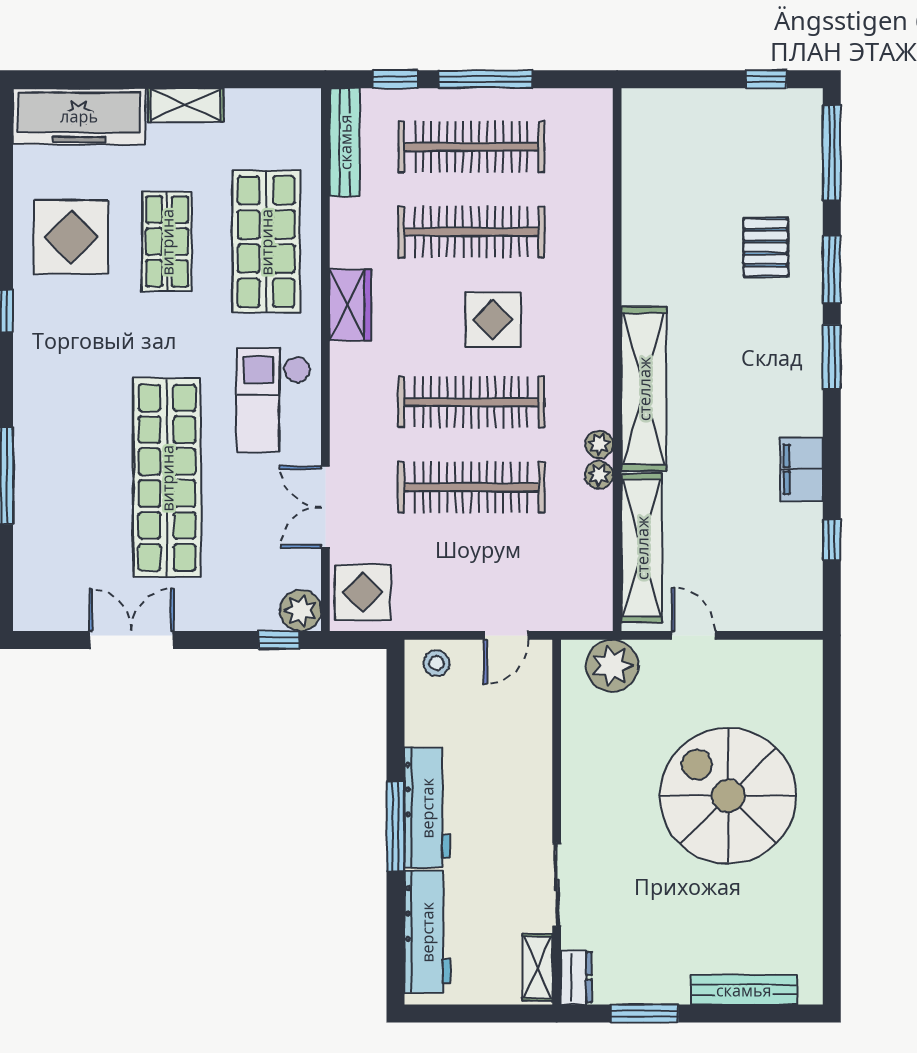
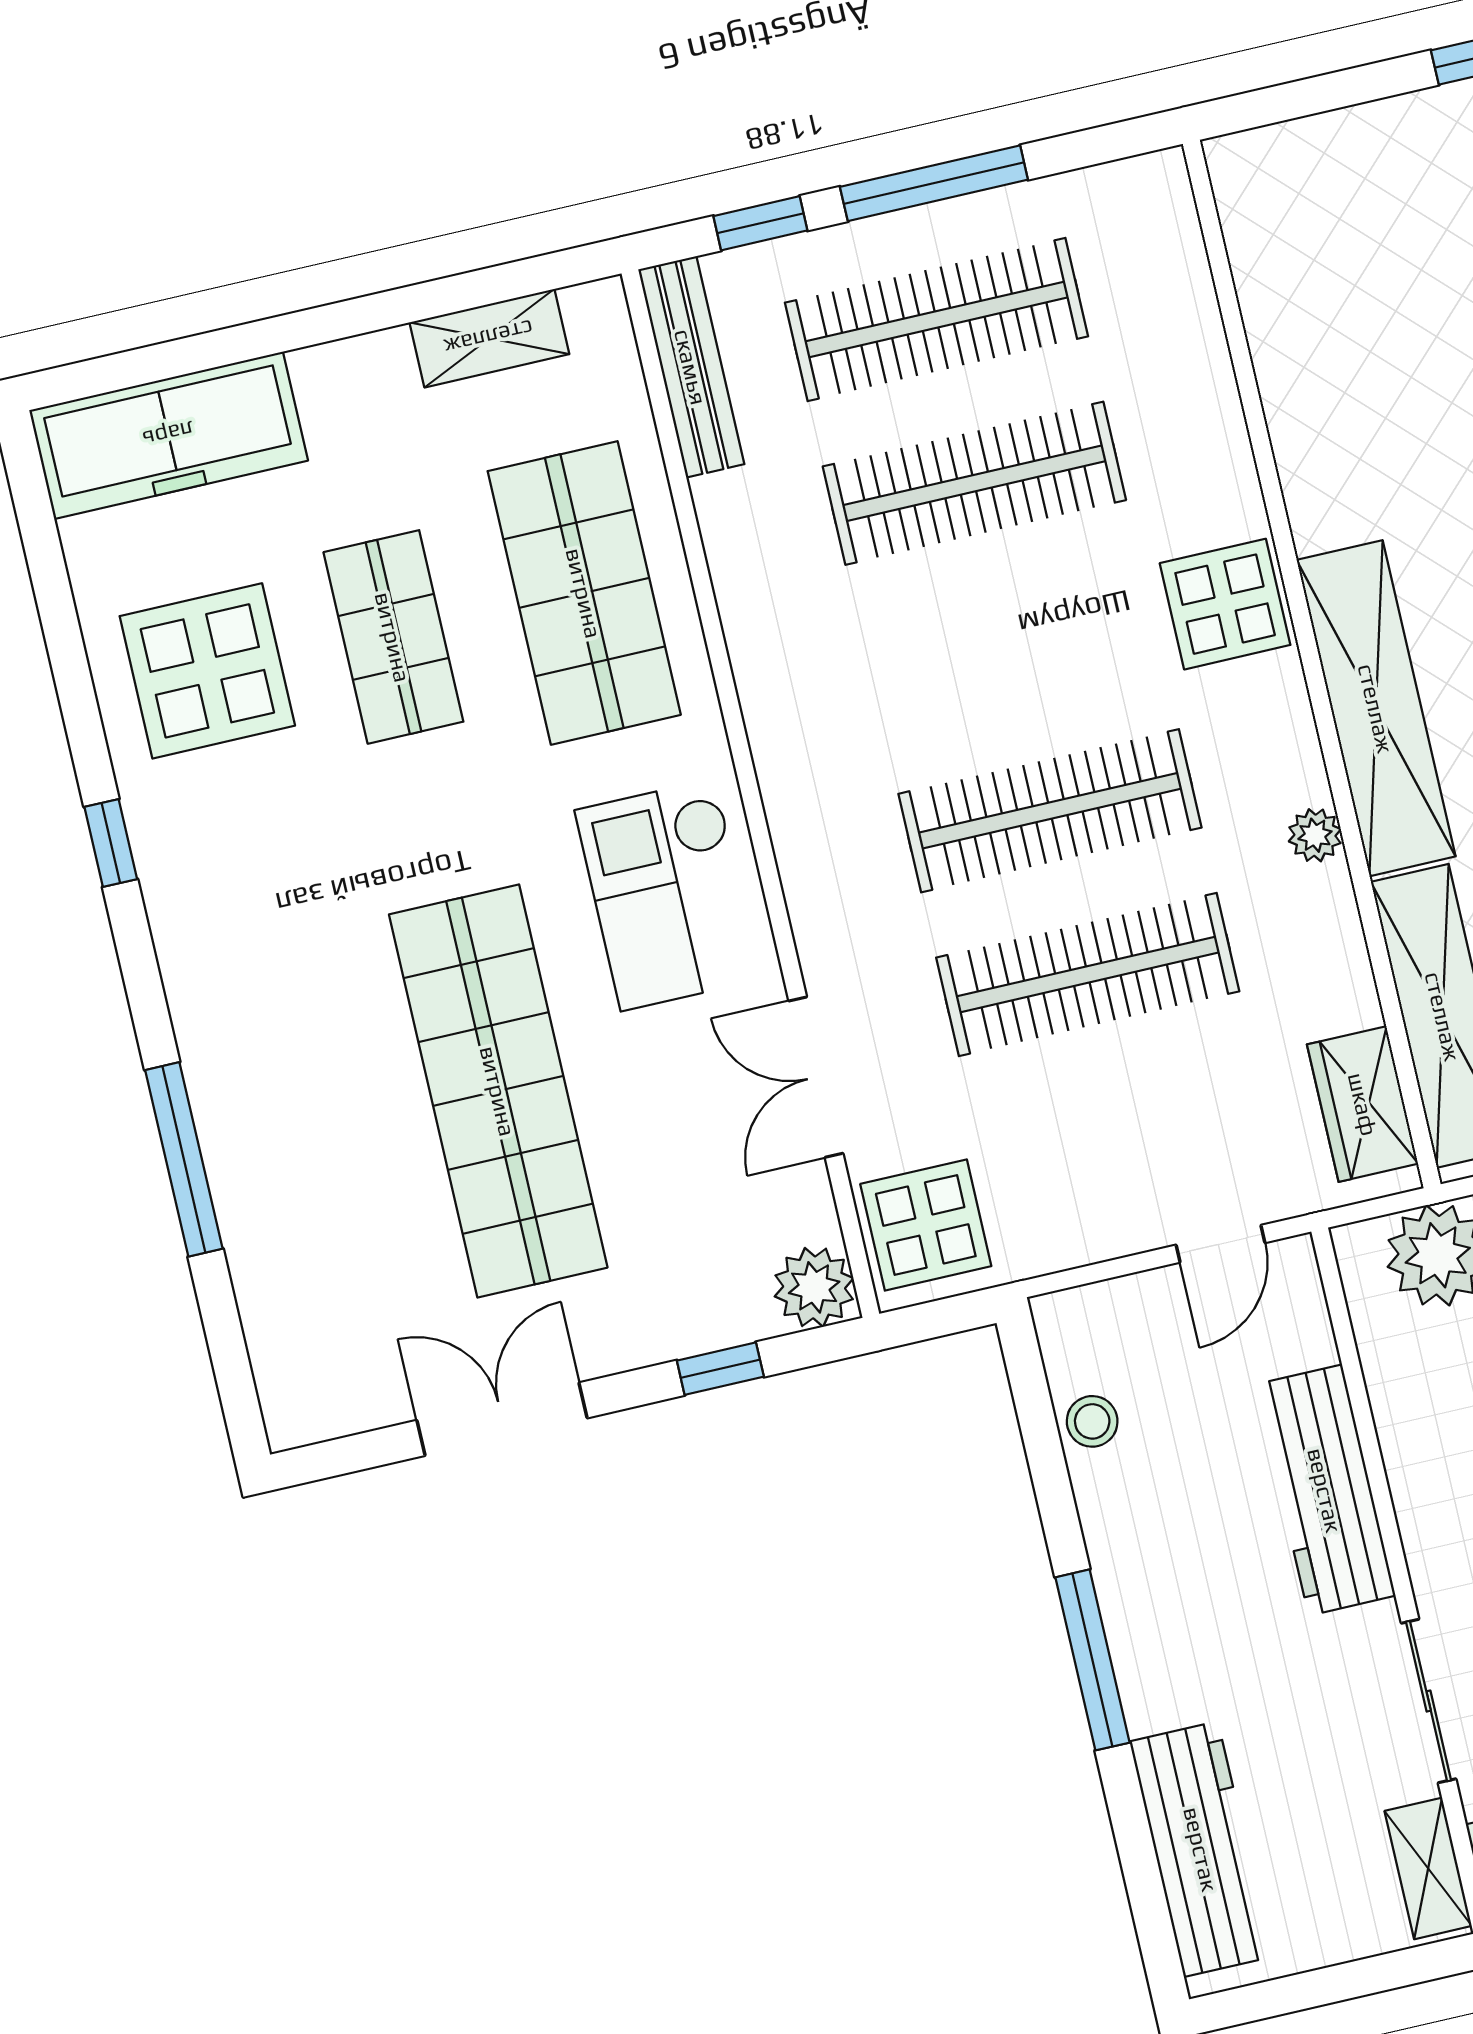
shelving: (185, 105) -> (489, 338), moved
wardrobe: (350, 305) -> (1363, 1104), moved, turned 180
display table: (493, 320) -> (1225, 604), moved
plant: (599, 475) -> (1328, 894), removed
window: (279, 640) -> (720, 1369), moved
stool: (436, 663) -> (1092, 1421), moved
workbench: (427, 808) -> (1325, 1490), moved, turned 180

